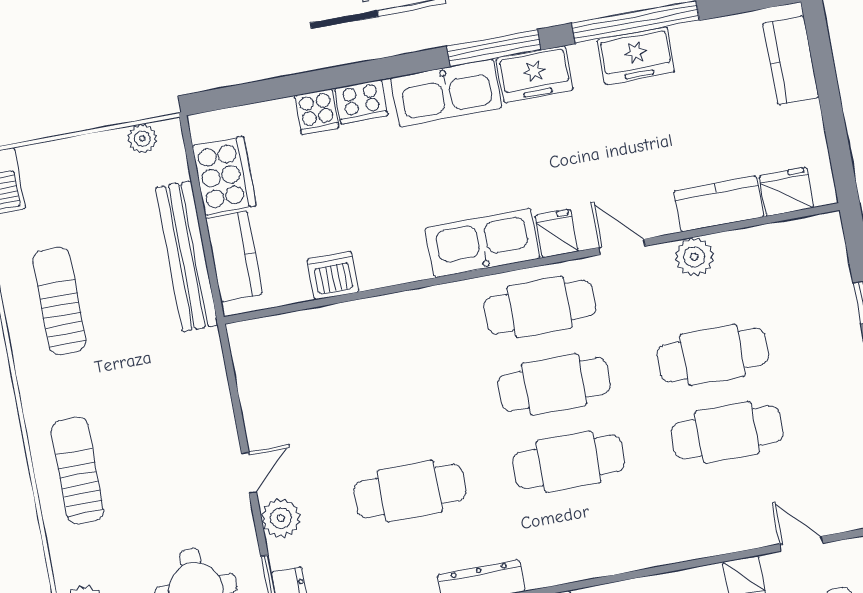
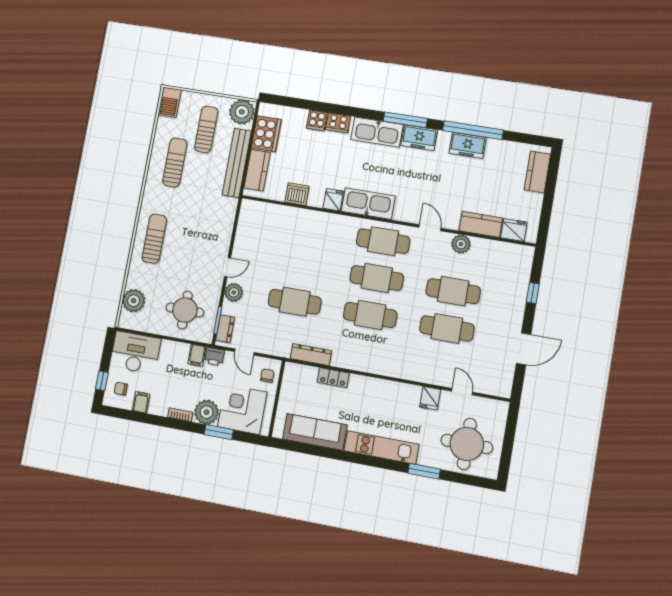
plant: (142, 138) -> (242, 112), width x1.87, depth x1.87
sun lounger: (98, 210) -> (206, 129), added
fridge: (557, 233) -> (333, 200), moved

